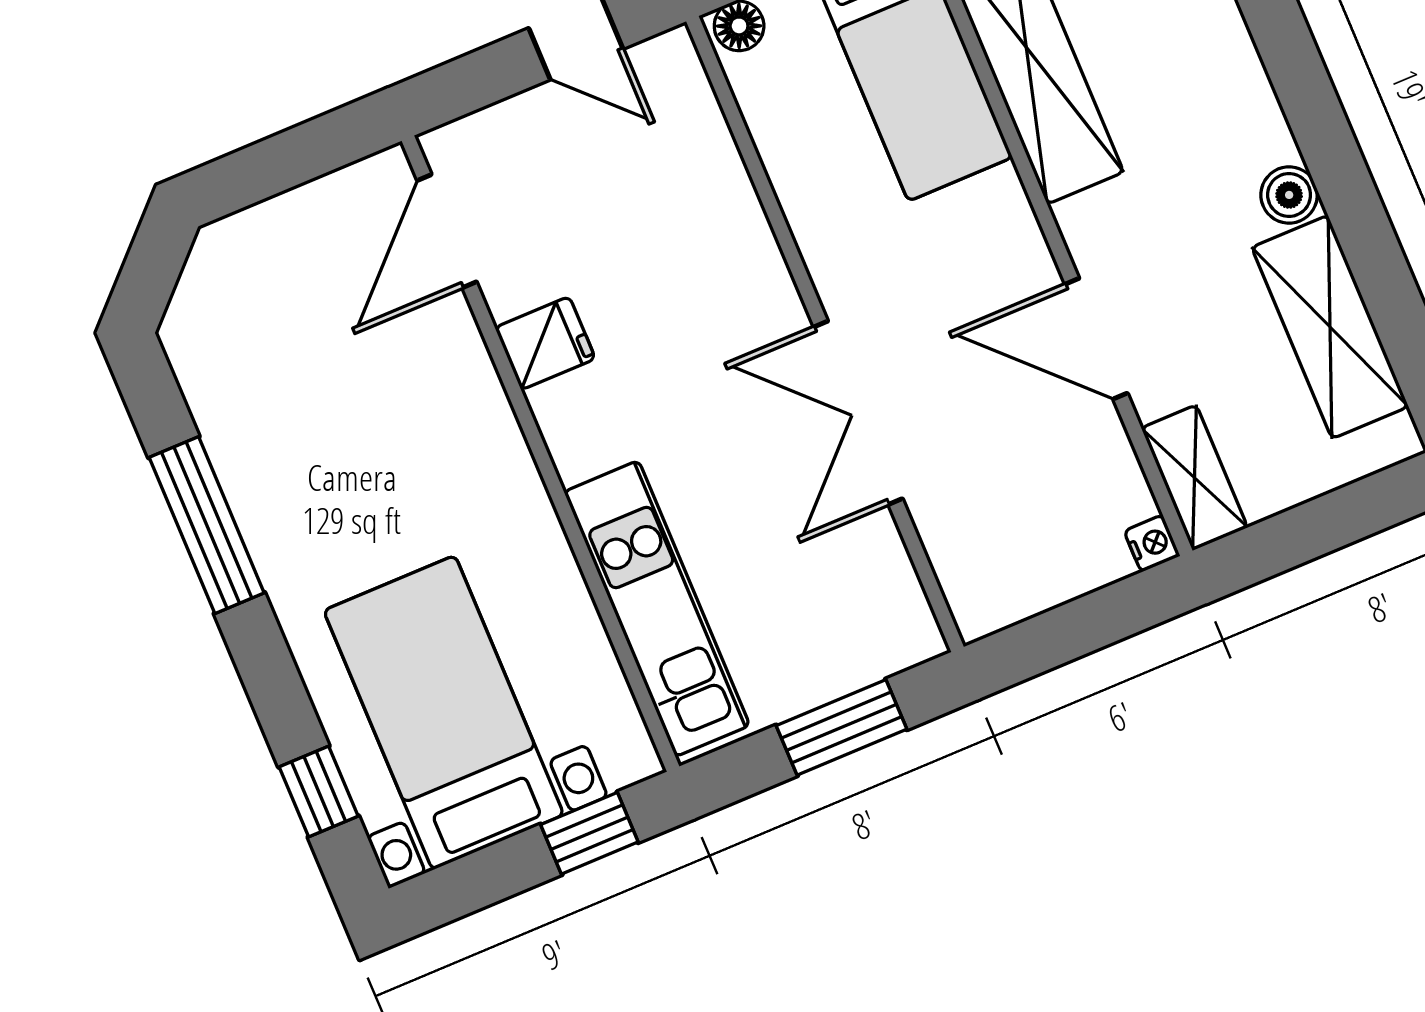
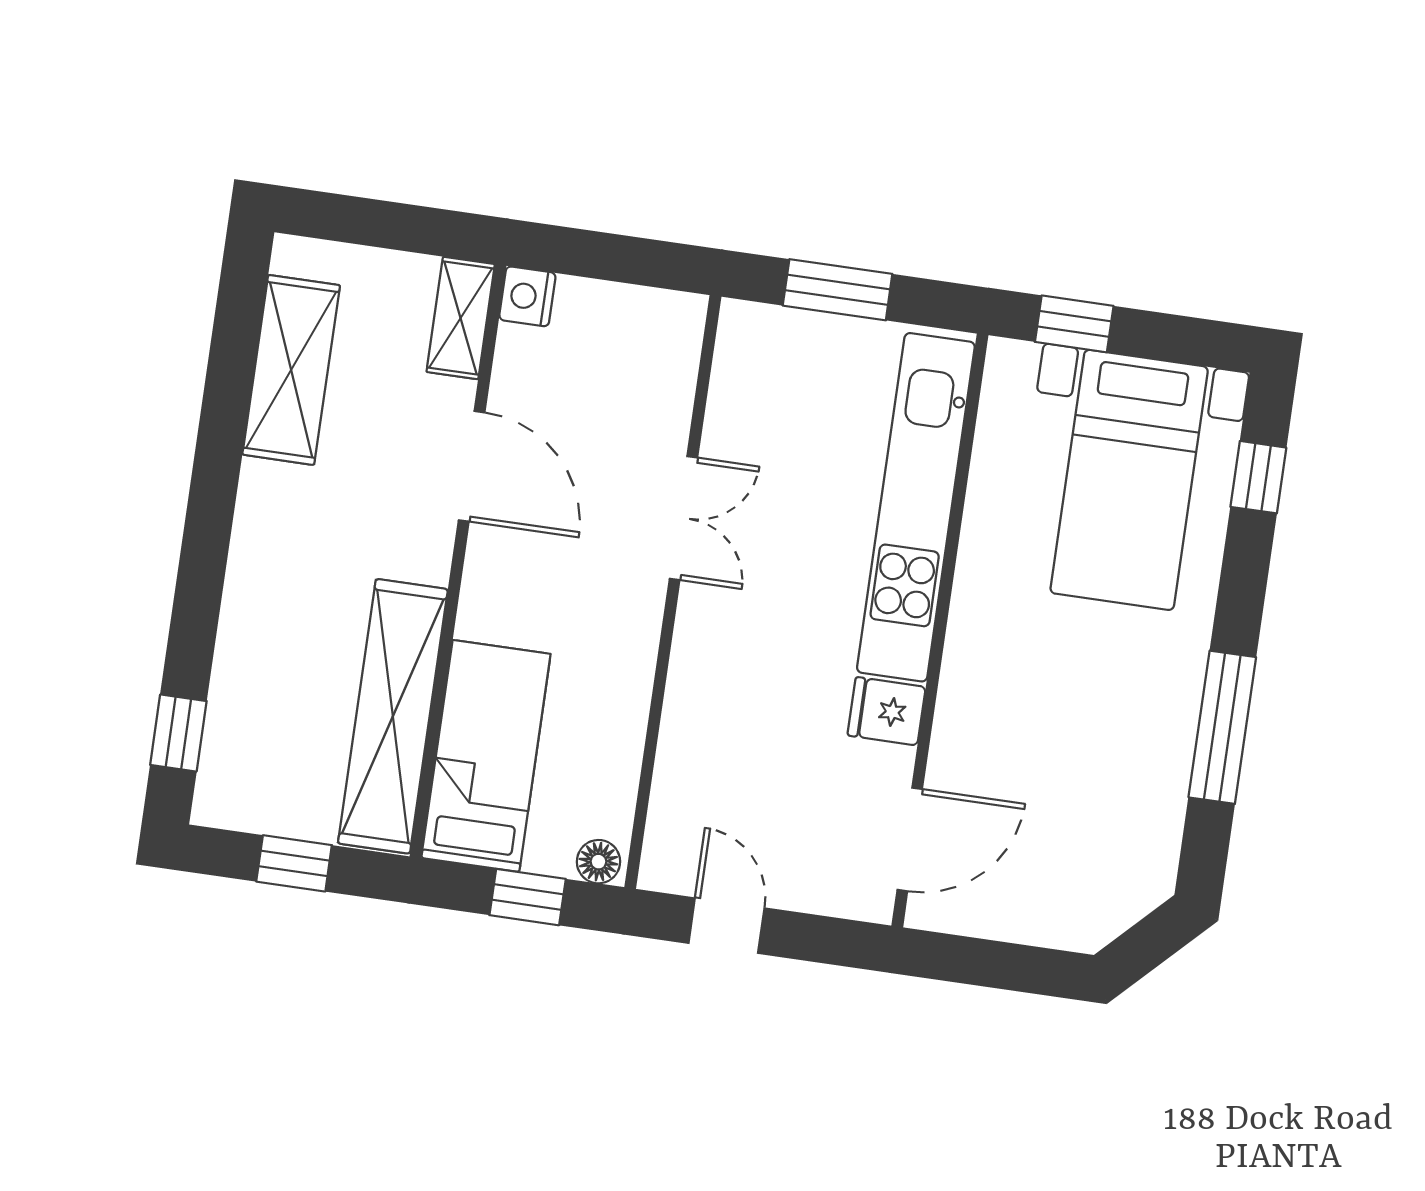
boiler: (1289, 195) -> (262, 487), removed
double door: (858, 413) -> (683, 518), width x0.73
nightstand: (1152, 543) -> (527, 296), width x1.39, depth x1.35
kitchen unit: (657, 609) -> (916, 507), width x1.36

